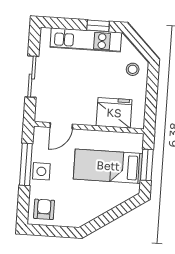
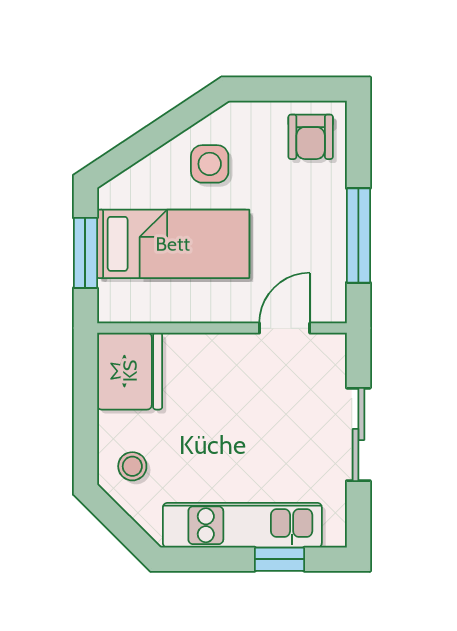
window: (98, 26) -> (280, 559), moved
fridge: (114, 113) -> (130, 371), moved, turned -90
side table: (41, 171) -> (210, 164), moved

